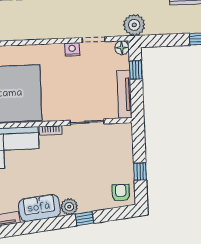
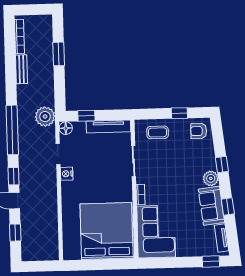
coffee table: (119, 148) -> (158, 132), added
window: (39, 226) -> (228, 207), added

